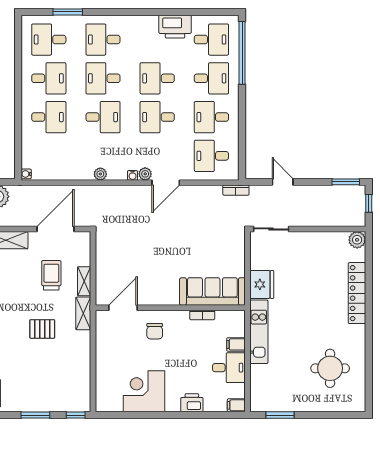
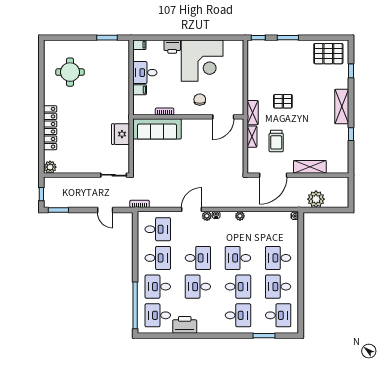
desk: (157, 78) -> (198, 287), turned 180
kitchen unit: (259, 332) -> (123, 99), removed
corner desk: (144, 391) -> (202, 61), width x1.36, depth x1.36

